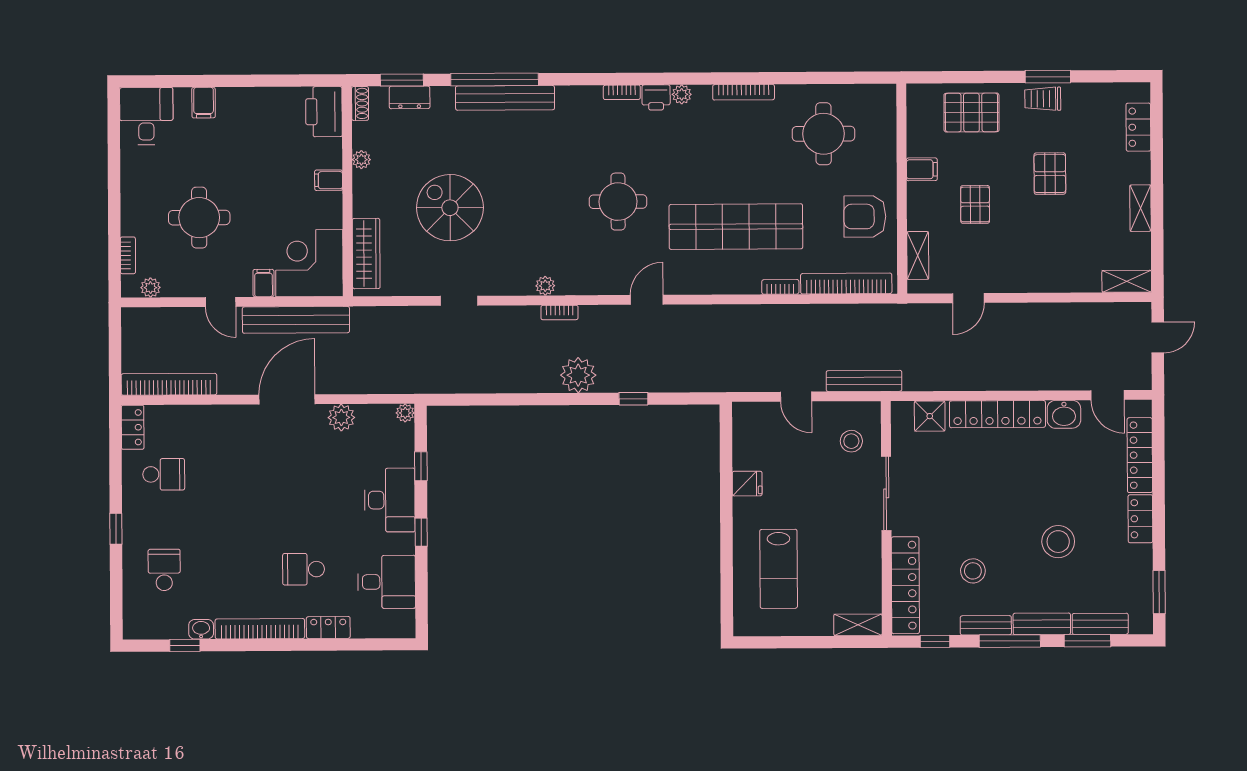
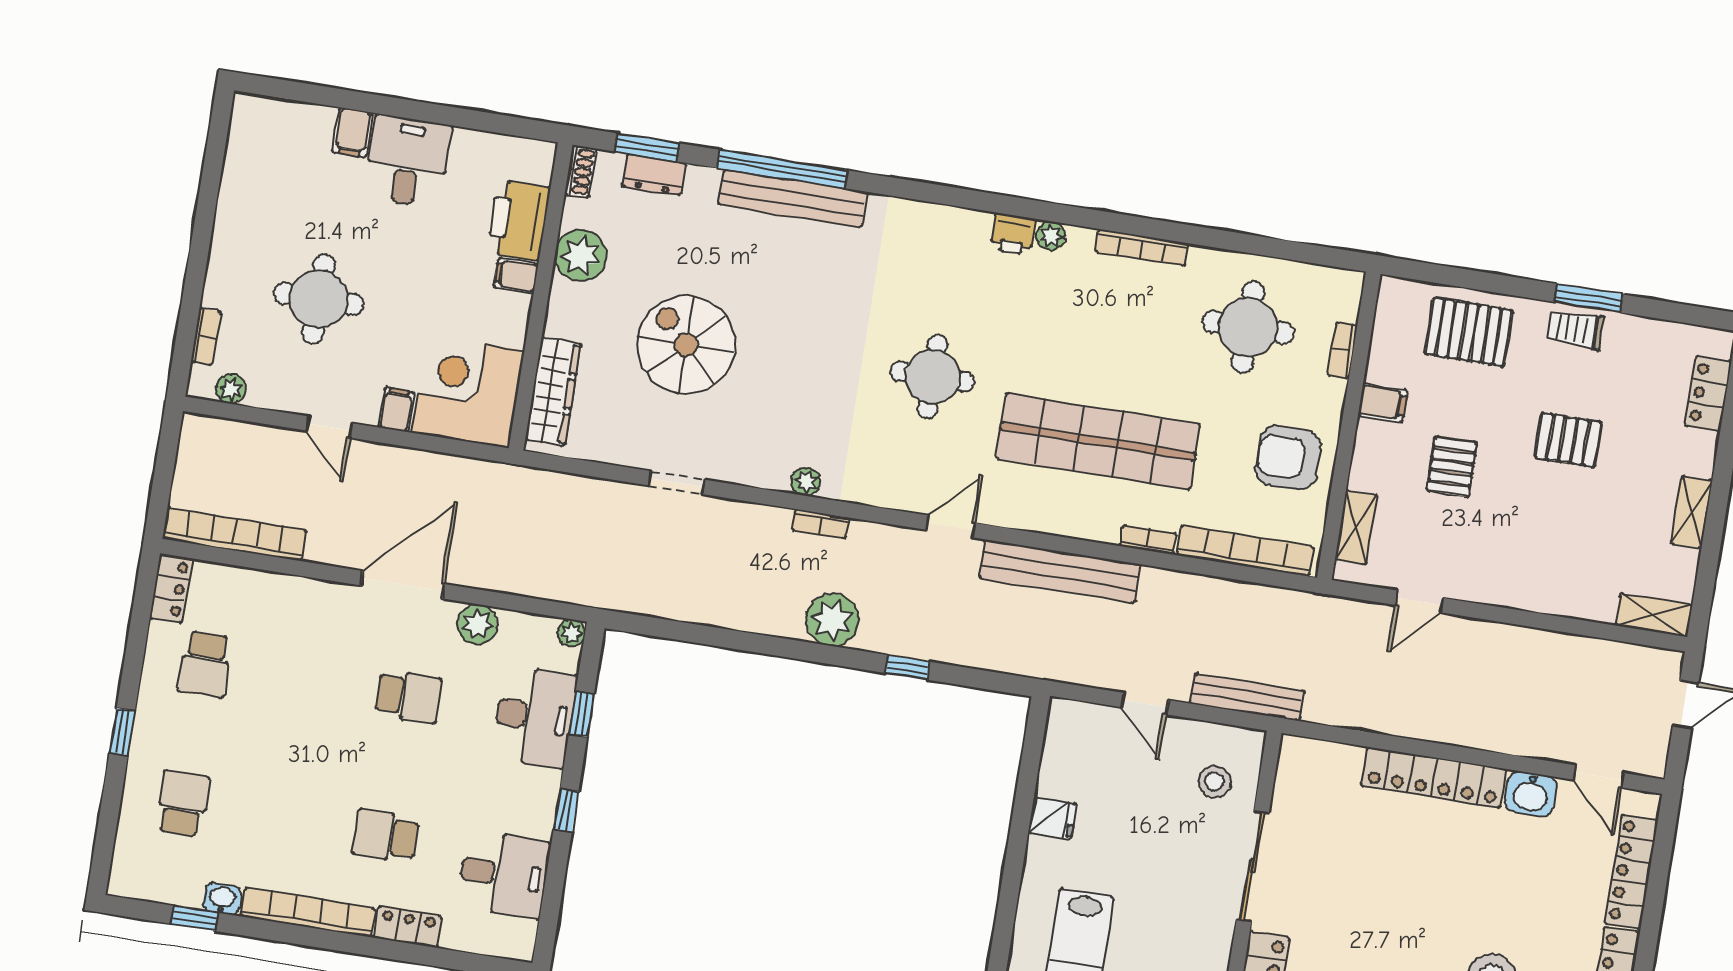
bookcase: (622, 92) -> (1343, 351), moved, turned 90
printer: (324, 112) -> (519, 220), moved
desk: (146, 116) -> (408, 161), moved
plant: (361, 160) -> (581, 255), width x1.88, depth x1.88
pallet: (1050, 174) -> (1568, 440), turned 90
bench: (296, 320) -> (1060, 571), moved
shower: (930, 416) -> (1335, 764), removed
school desk: (164, 474) -> (205, 664), turned 90
school desk: (303, 474) -> (408, 697), added
desk: (390, 500) -> (534, 717), moved

